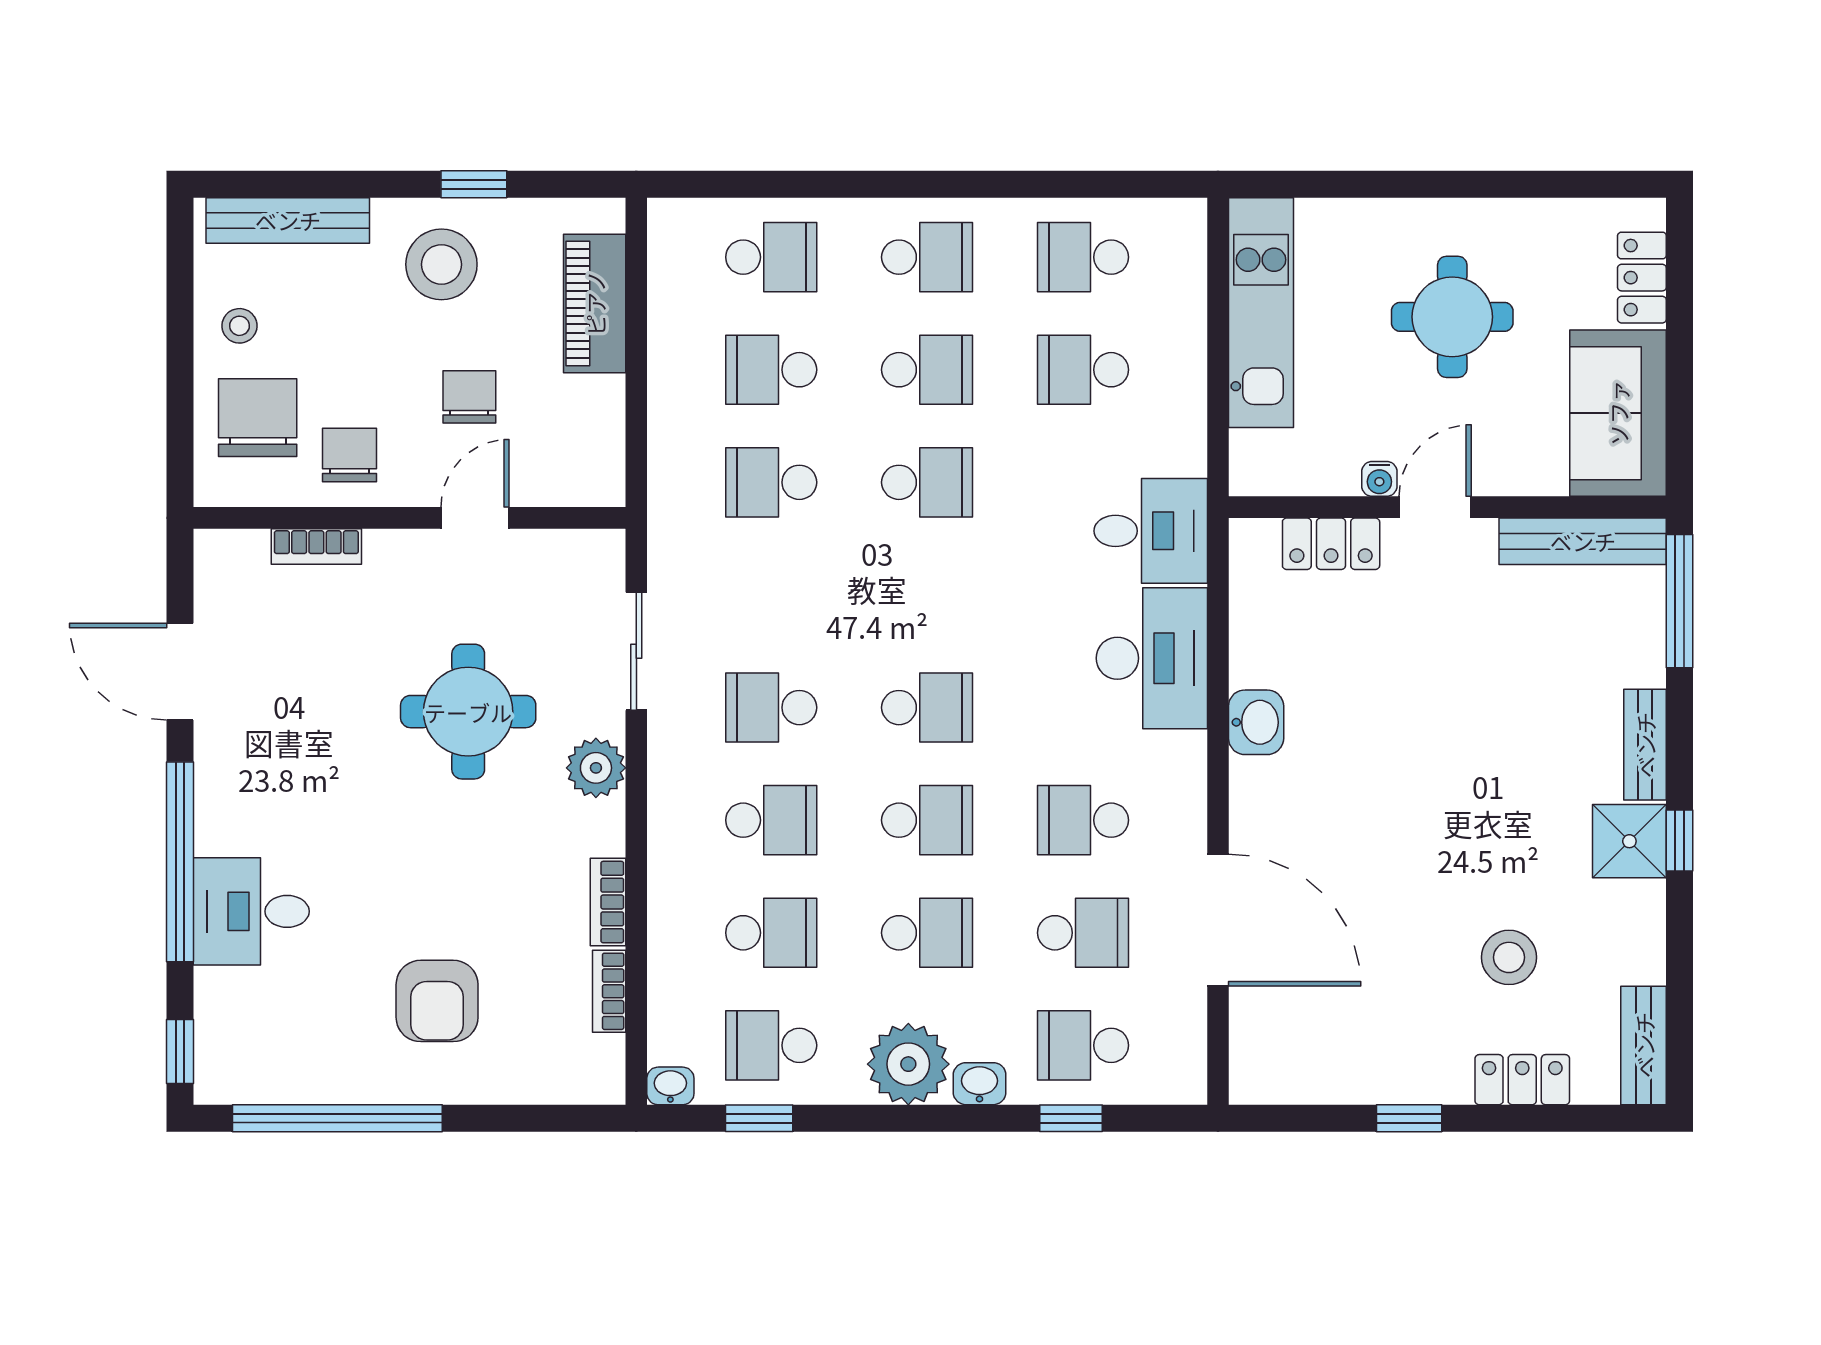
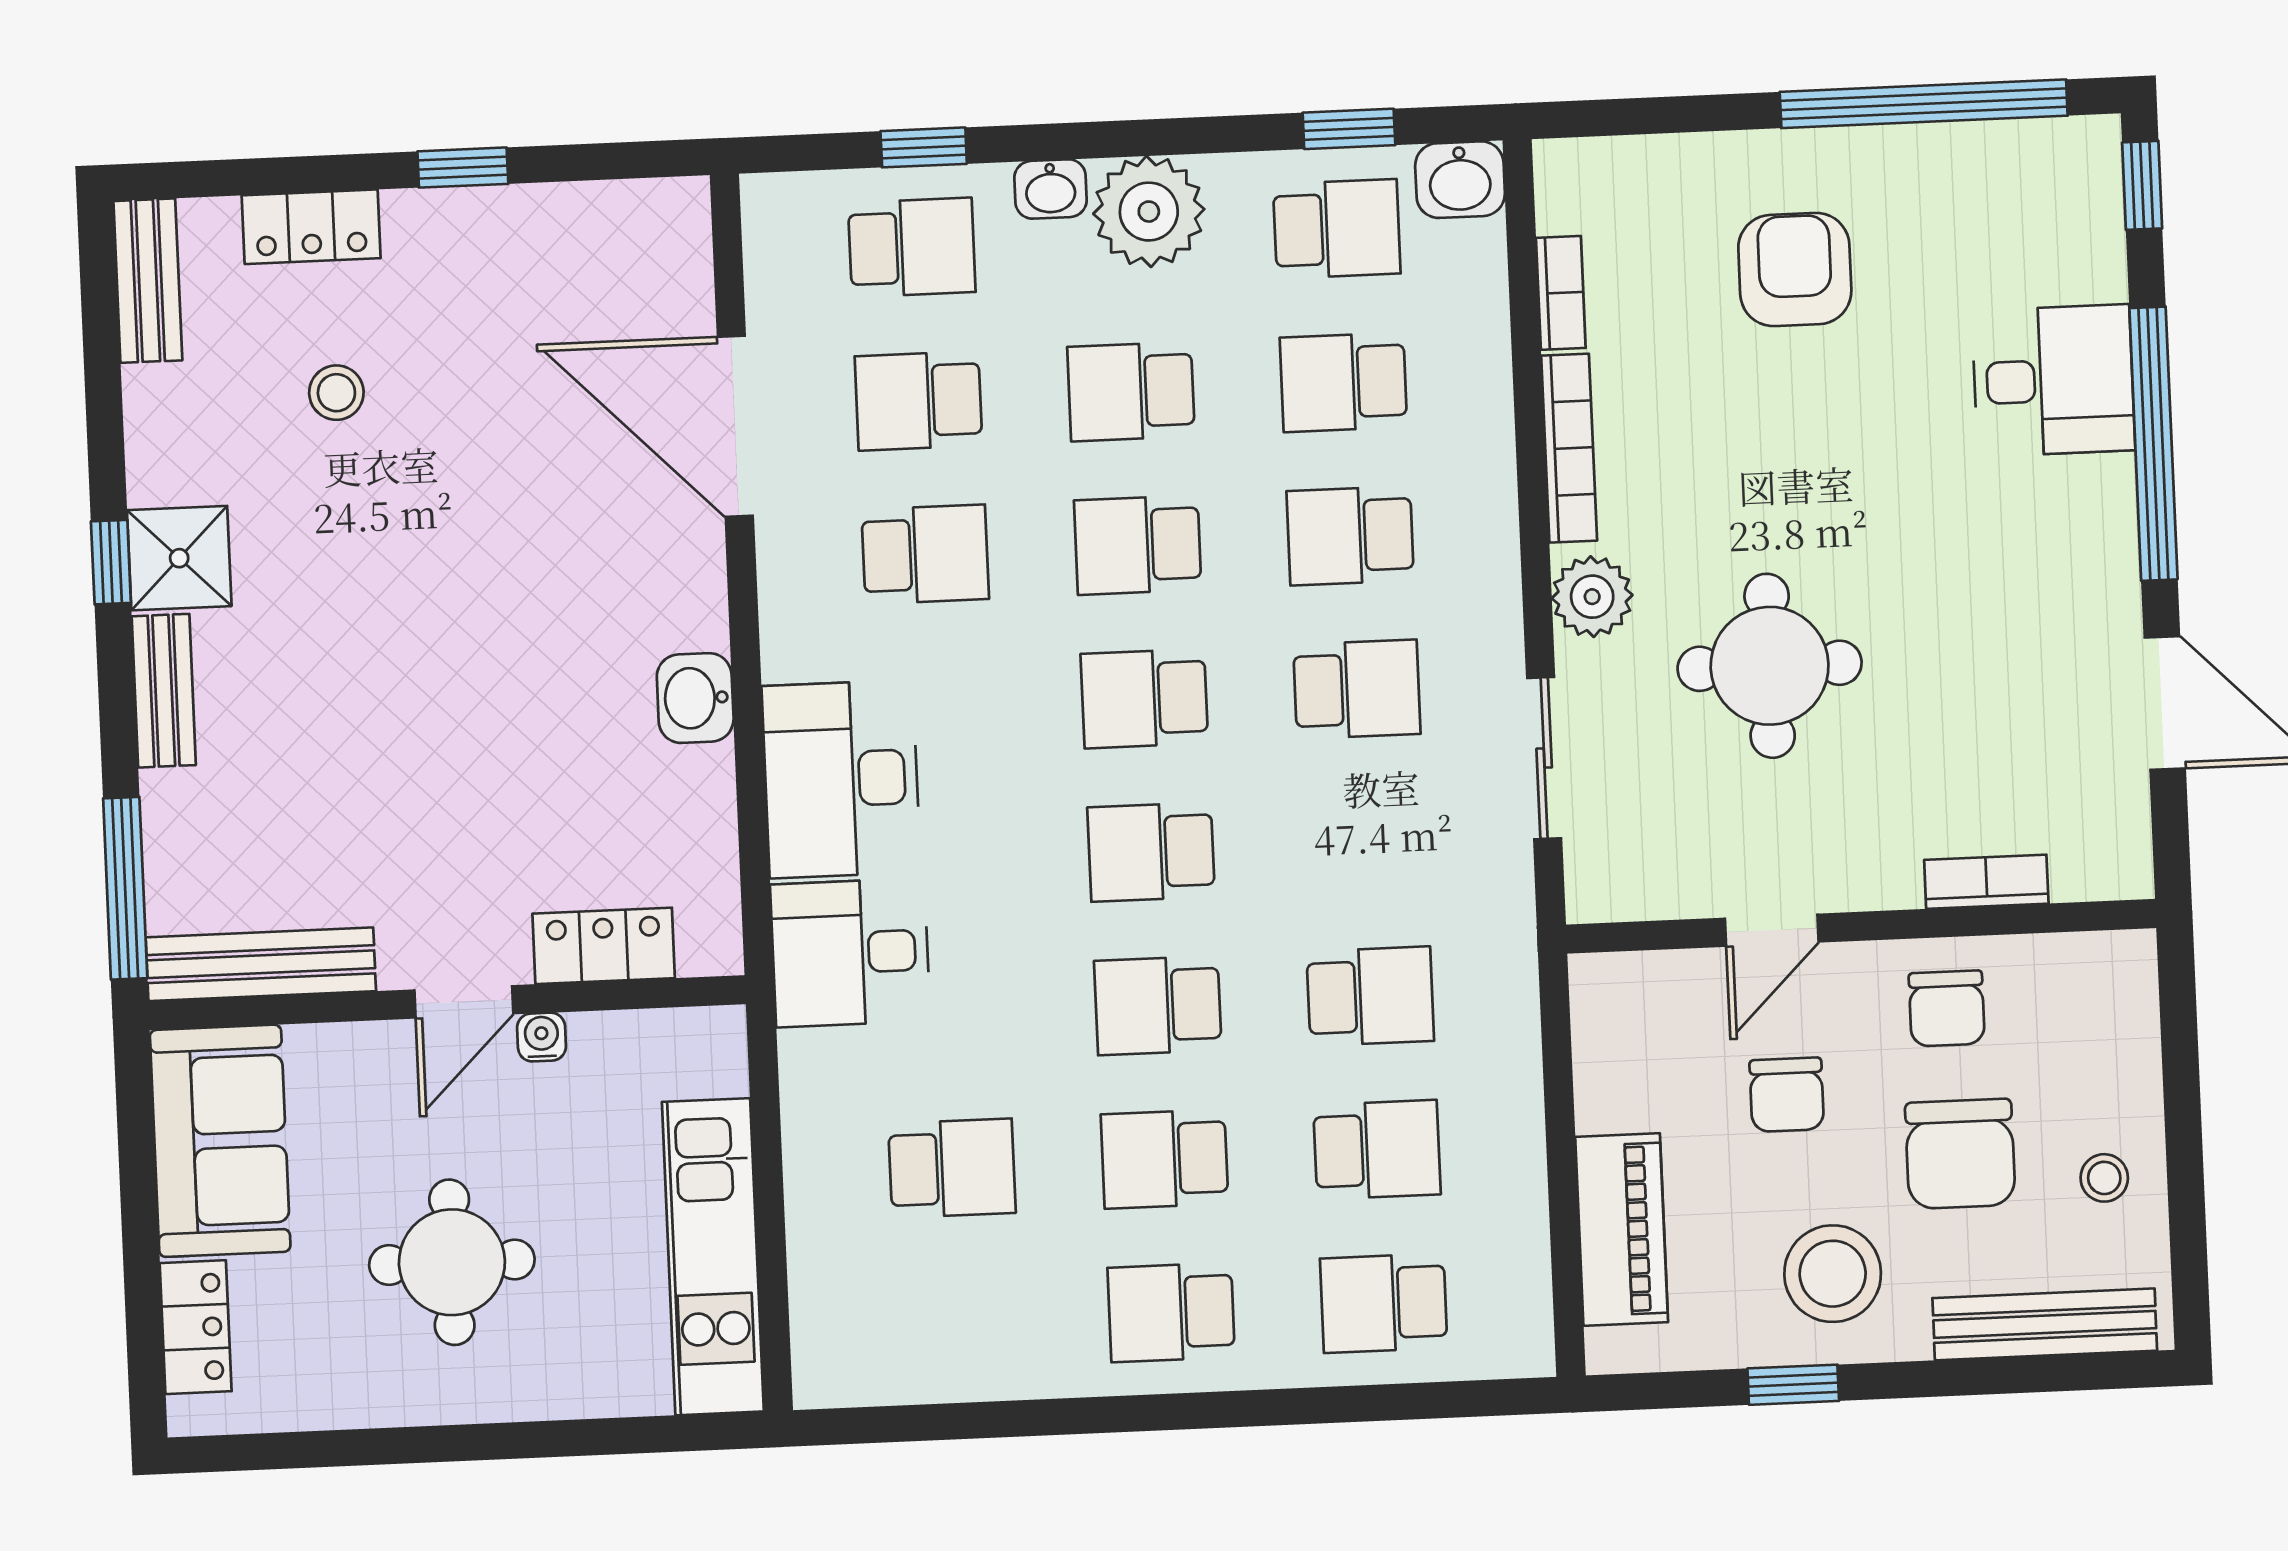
school desk: (1083, 257) -> (1151, 852), moved, turned 180
chair: (258, 418) -> (1960, 1154), moved
bookcase: (608, 902) -> (1569, 448), width x1.56
stool: (1509, 957) -> (336, 393), width x0.73, depth x0.73
washbasin: (670, 1086) -> (1460, 180), width x1.38, depth x1.45

